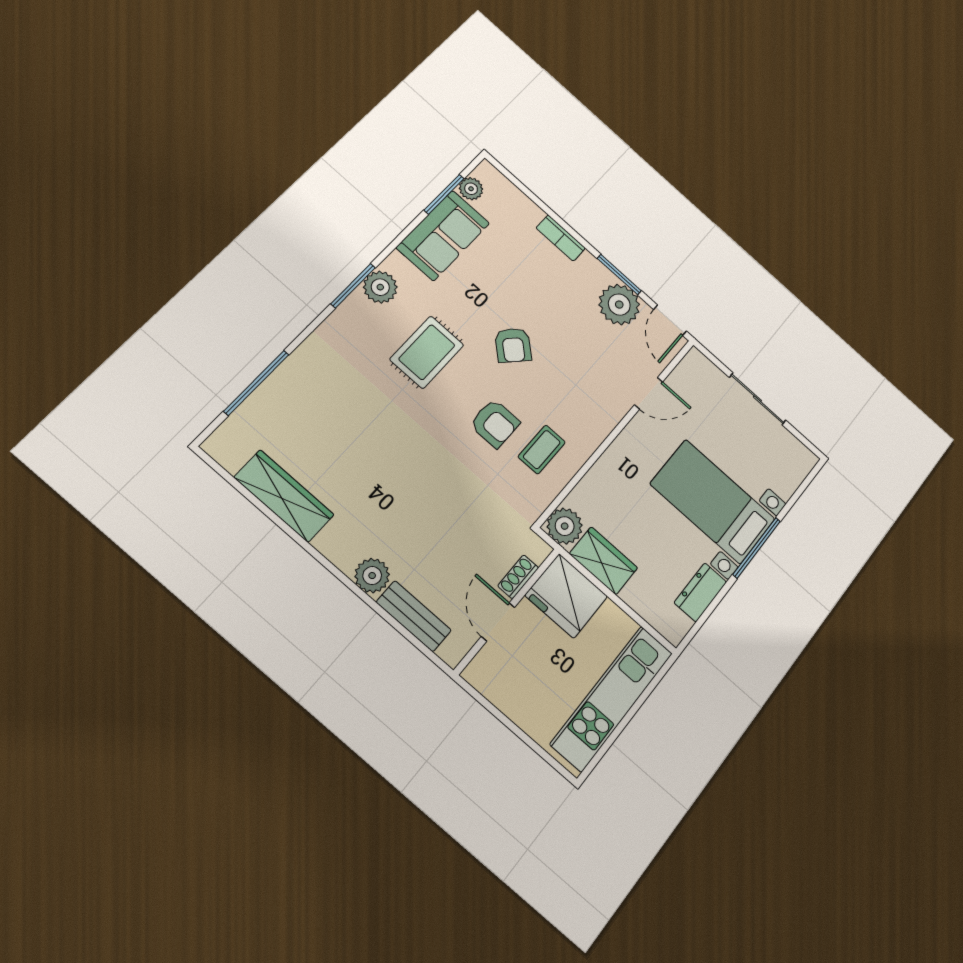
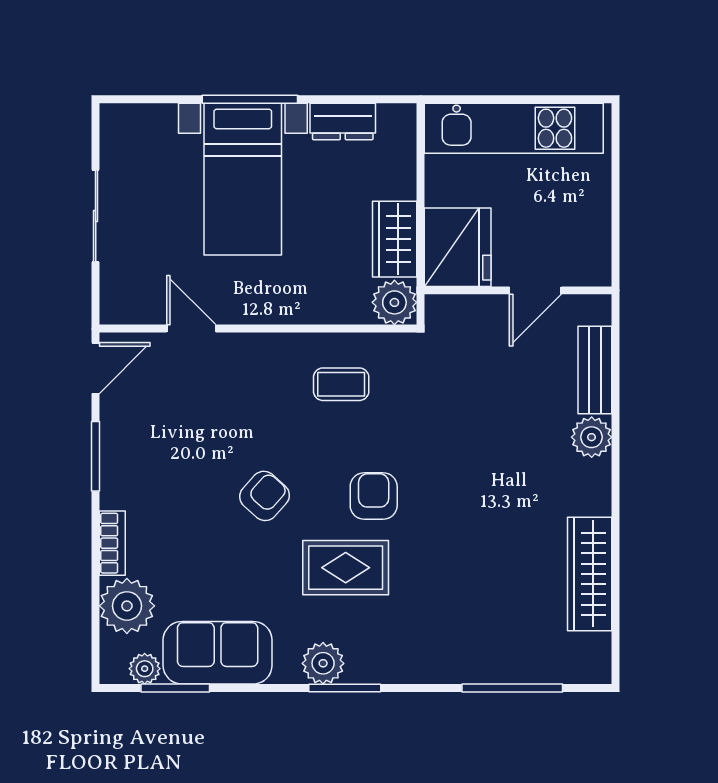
plant: (619, 305) -> (127, 606), moved
armchair: (495, 423) -> (374, 496), moved
shoe rack: (518, 577) -> (479, 306), removed

